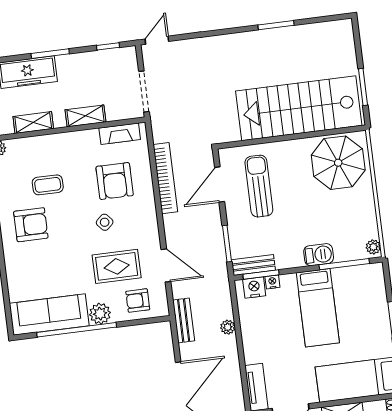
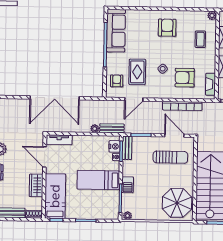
coffee table: (48, 185) -> (200, 39), moved
armchair: (31, 225) -> (167, 28), turned 180
plant: (100, 314) -> (112, 59), removed
bench: (184, 320) -> (112, 128), moved

